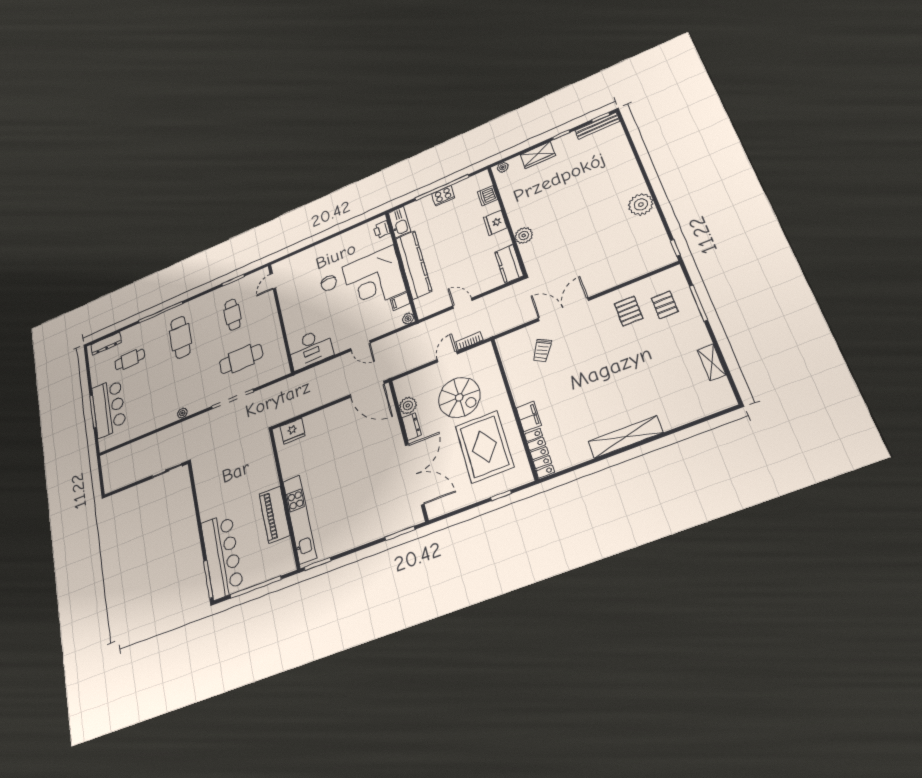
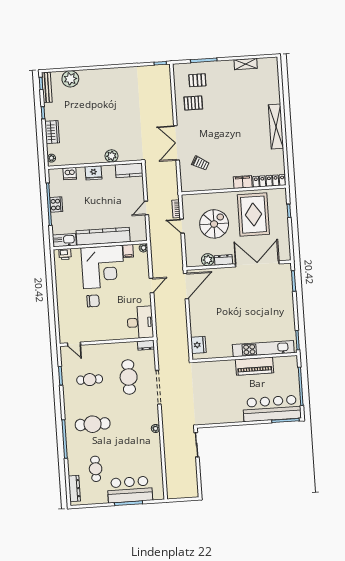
plant: (641, 204) -> (70, 79), moved
dresser: (283, 366) -> (146, 345), added
rug: (484, 447) -> (253, 215), turned 90

